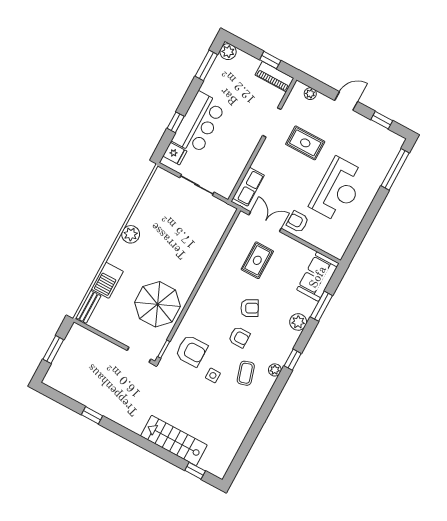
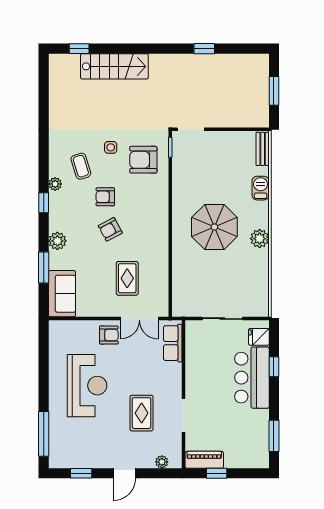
plant: (228, 52) -> (260, 460), removed
rug: (305, 143) -> (142, 413), turned 90
reception desk: (338, 190) -> (87, 386), turned 180
barbecue: (107, 280) -> (261, 188), width x0.73, depth x0.79
parasol: (157, 304) -> (214, 227), moved

